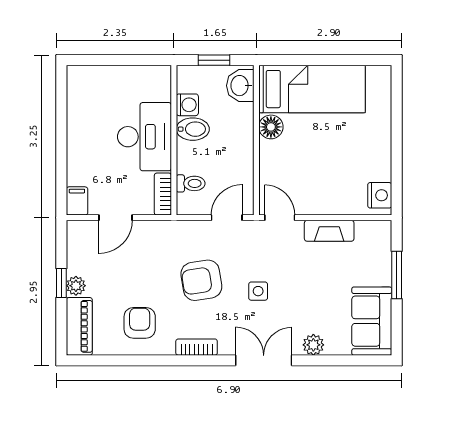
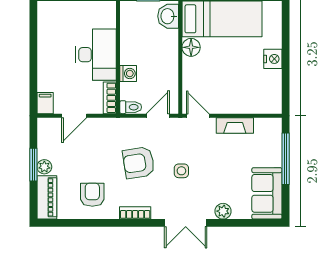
washing machine: (187, 105) -> (128, 74), moved
bidet: (193, 129) -> (132, 49), removed
toilet: (191, 183) -> (131, 107), moved
nightstand: (380, 195) -> (273, 59), moved
window: (397, 275) -> (286, 159), width x1.44
window: (61, 283) -> (33, 165), width x1.50
double door: (264, 360) -> (186, 223), swing flipped

